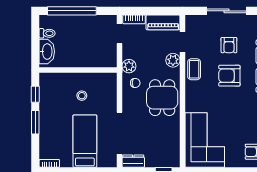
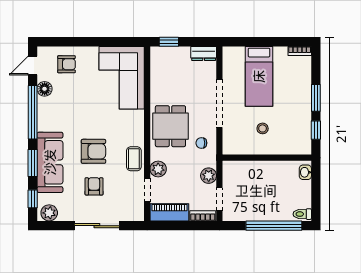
toilet: (47, 33) -> (302, 214), moved
washbasin: (47, 52) -> (305, 172), width x0.52, depth x0.69
plant: (129, 66) -> (209, 176), moved
doorway: (119, 133) -> (219, 103), moved

